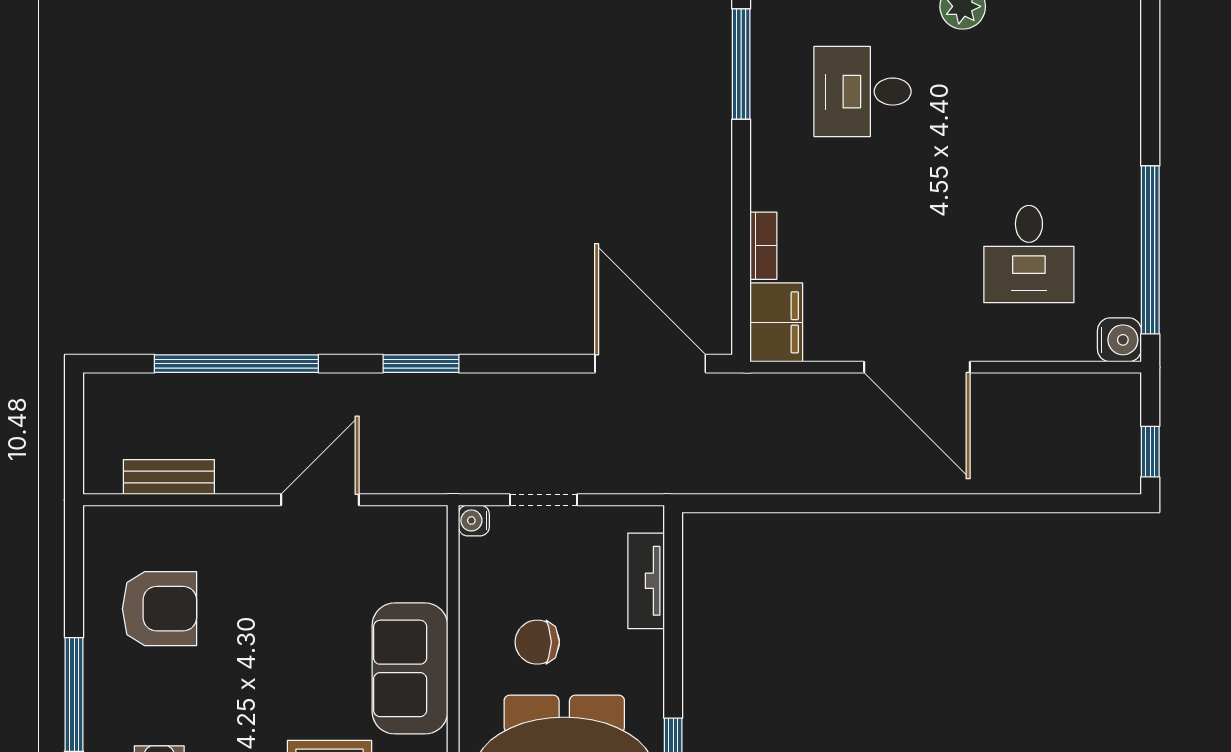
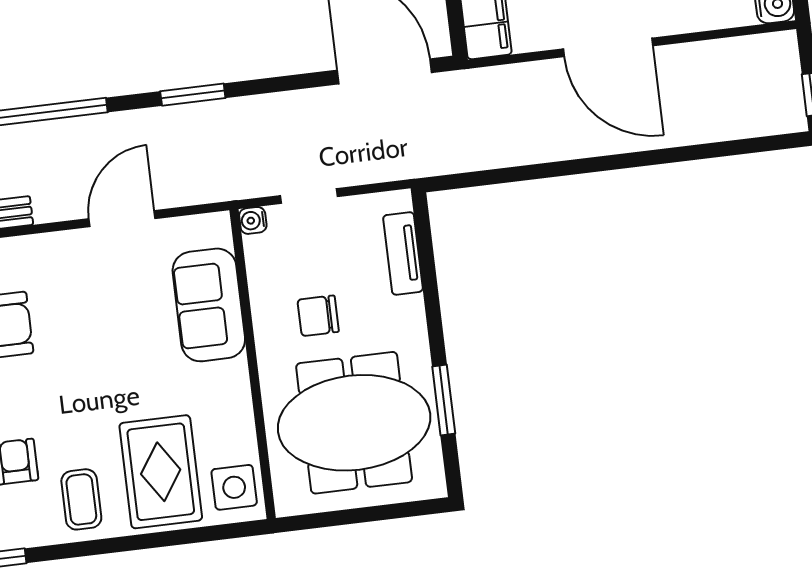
sofa: (410, 668) -> (209, 305), moved

